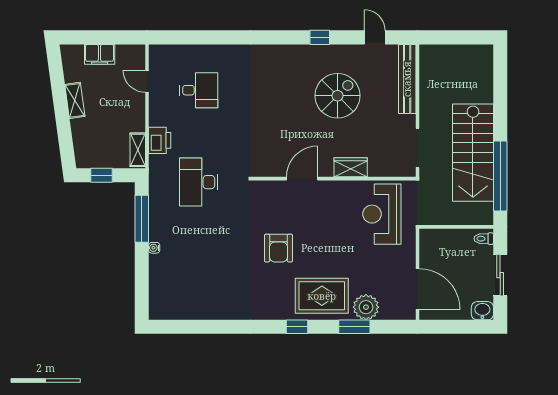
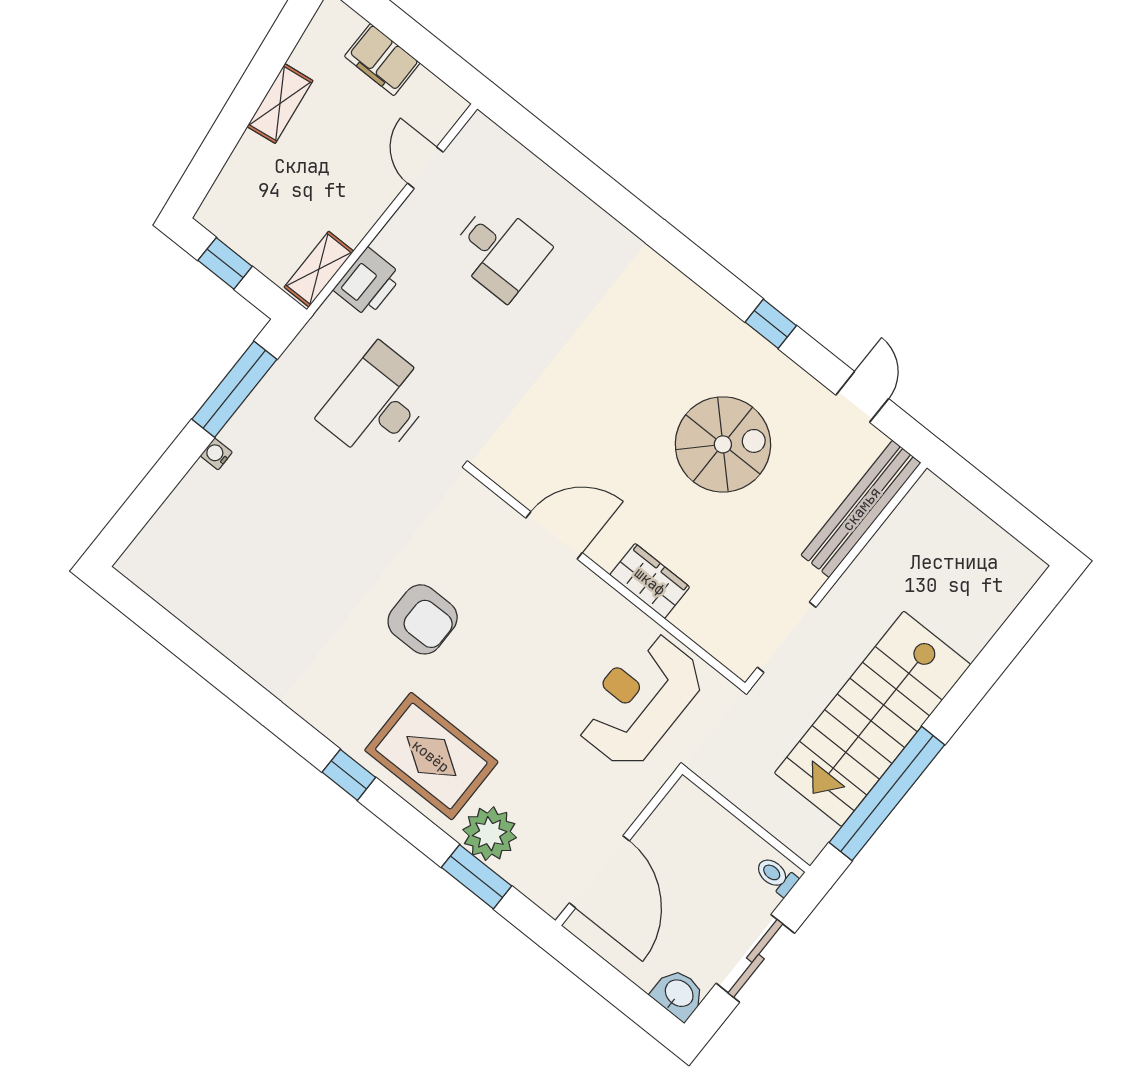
armchair: (279, 248) -> (423, 619), turned -90
window: (354, 327) -> (477, 877), moved

